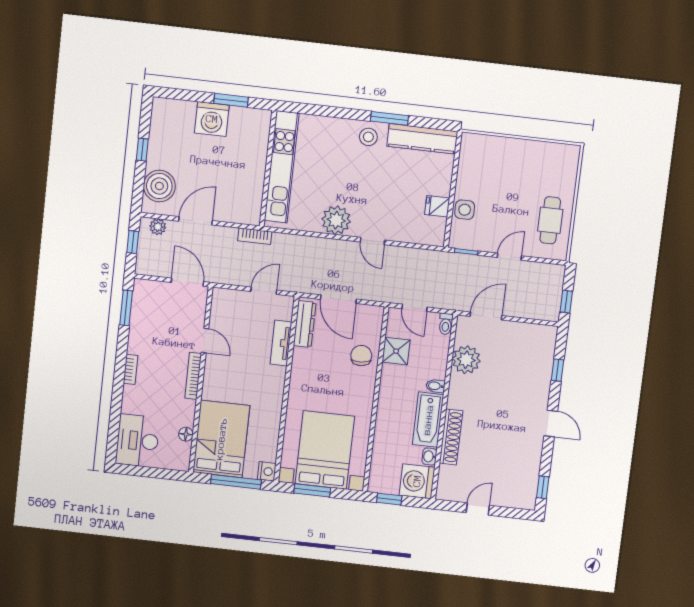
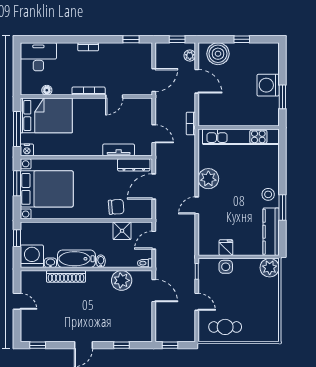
plant: (473, 147) -> (270, 268), added
window: (126, 308) -> (131, 39), width x0.67

